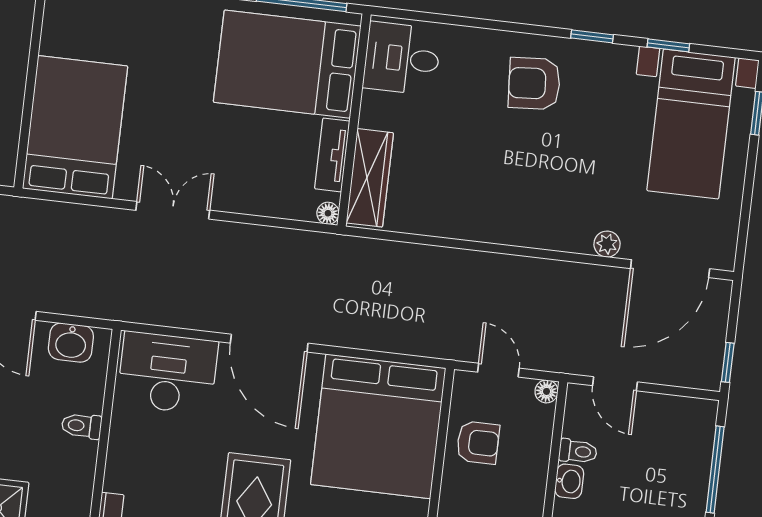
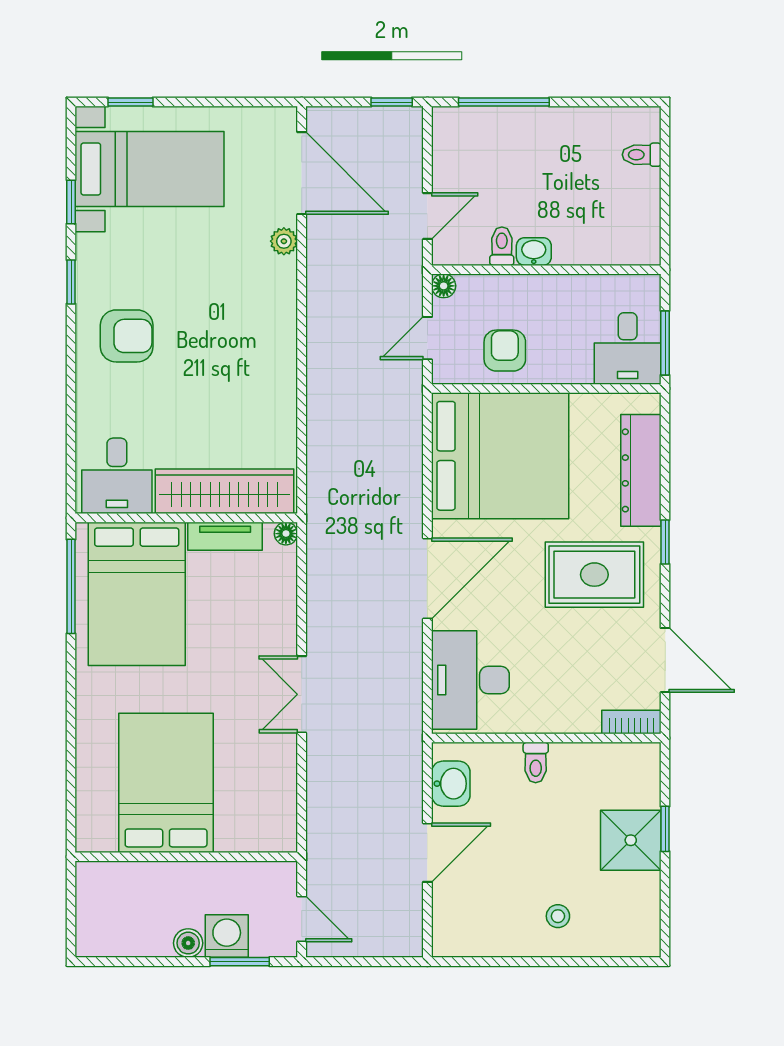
armchair: (534, 83) -> (127, 336), turned -86
bed: (75, 127) -> (166, 783), moved, turned 90
wardrobe: (370, 178) -> (224, 491), width x1.40, depth x1.17

